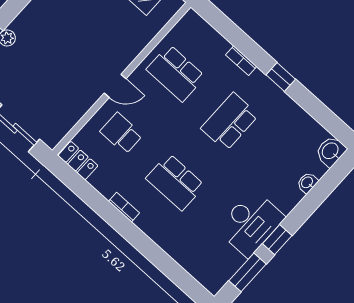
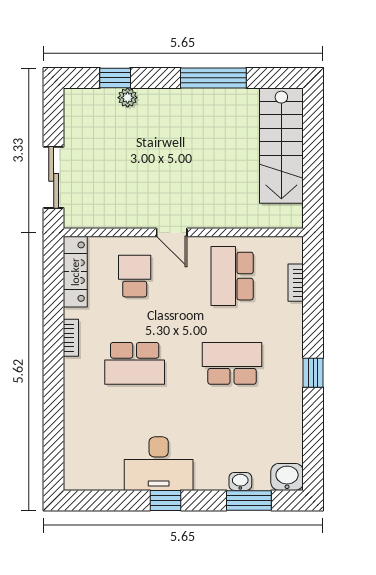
bookcase: (241, 61) -> (296, 283), moved
locker: (78, 161) -> (75, 272), width x1.53
school desk: (175, 182) -> (135, 363), turned -90
window: (248, 272) -> (249, 500), moved

